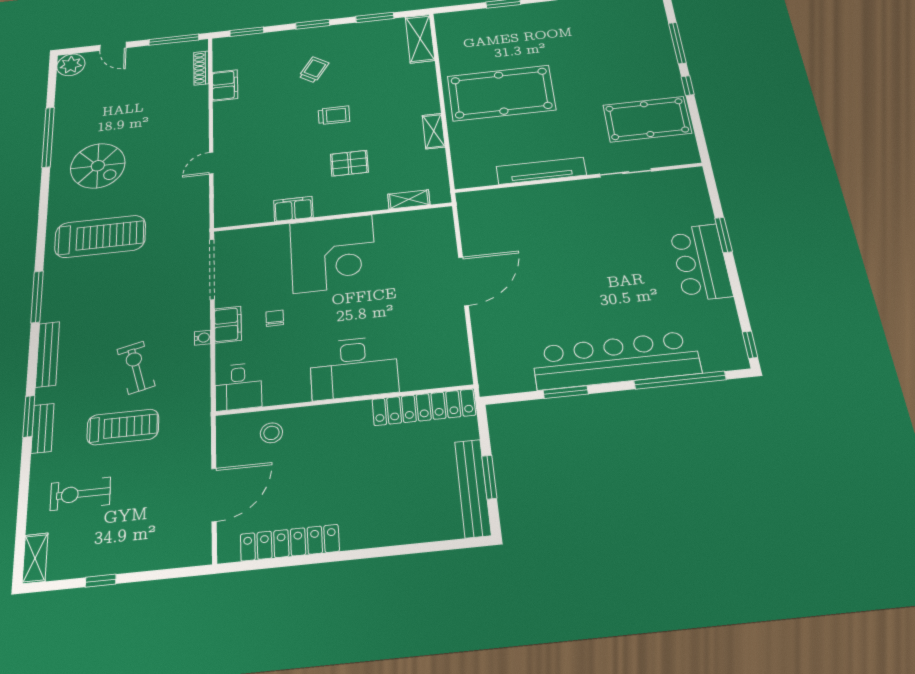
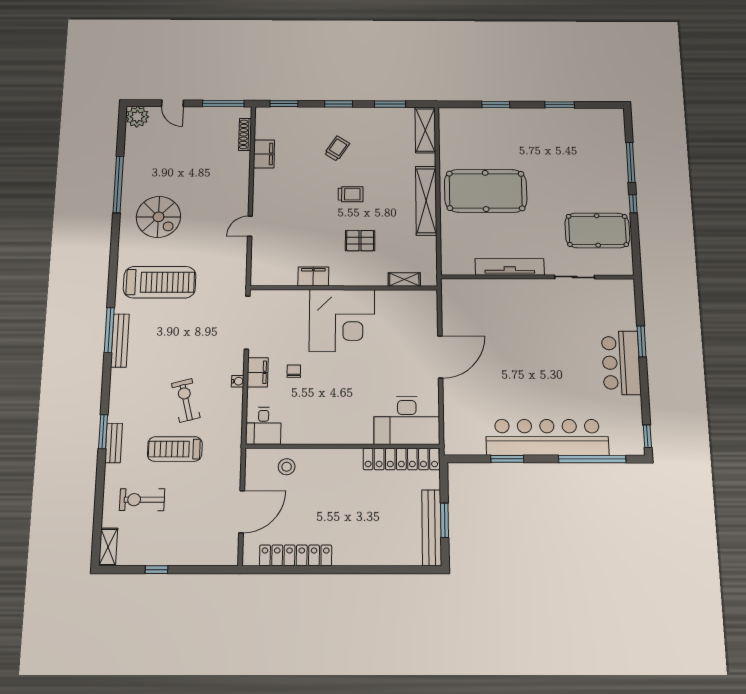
shelving: (434, 131) -> (426, 201), width x2.20, depth x1.33
bench: (48, 354) -> (120, 340), moved
desk: (354, 368) -> (407, 420), moved
treadmill: (123, 427) -> (175, 449), turned 180

